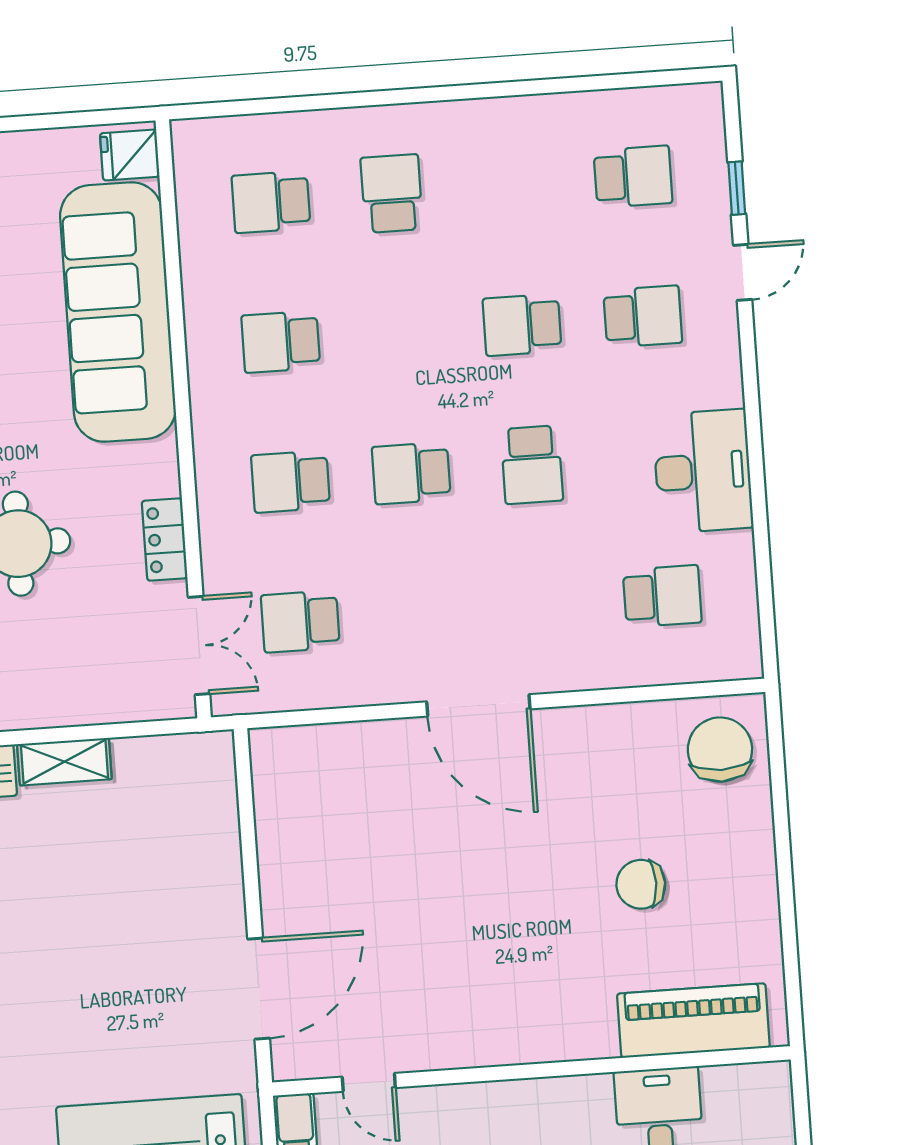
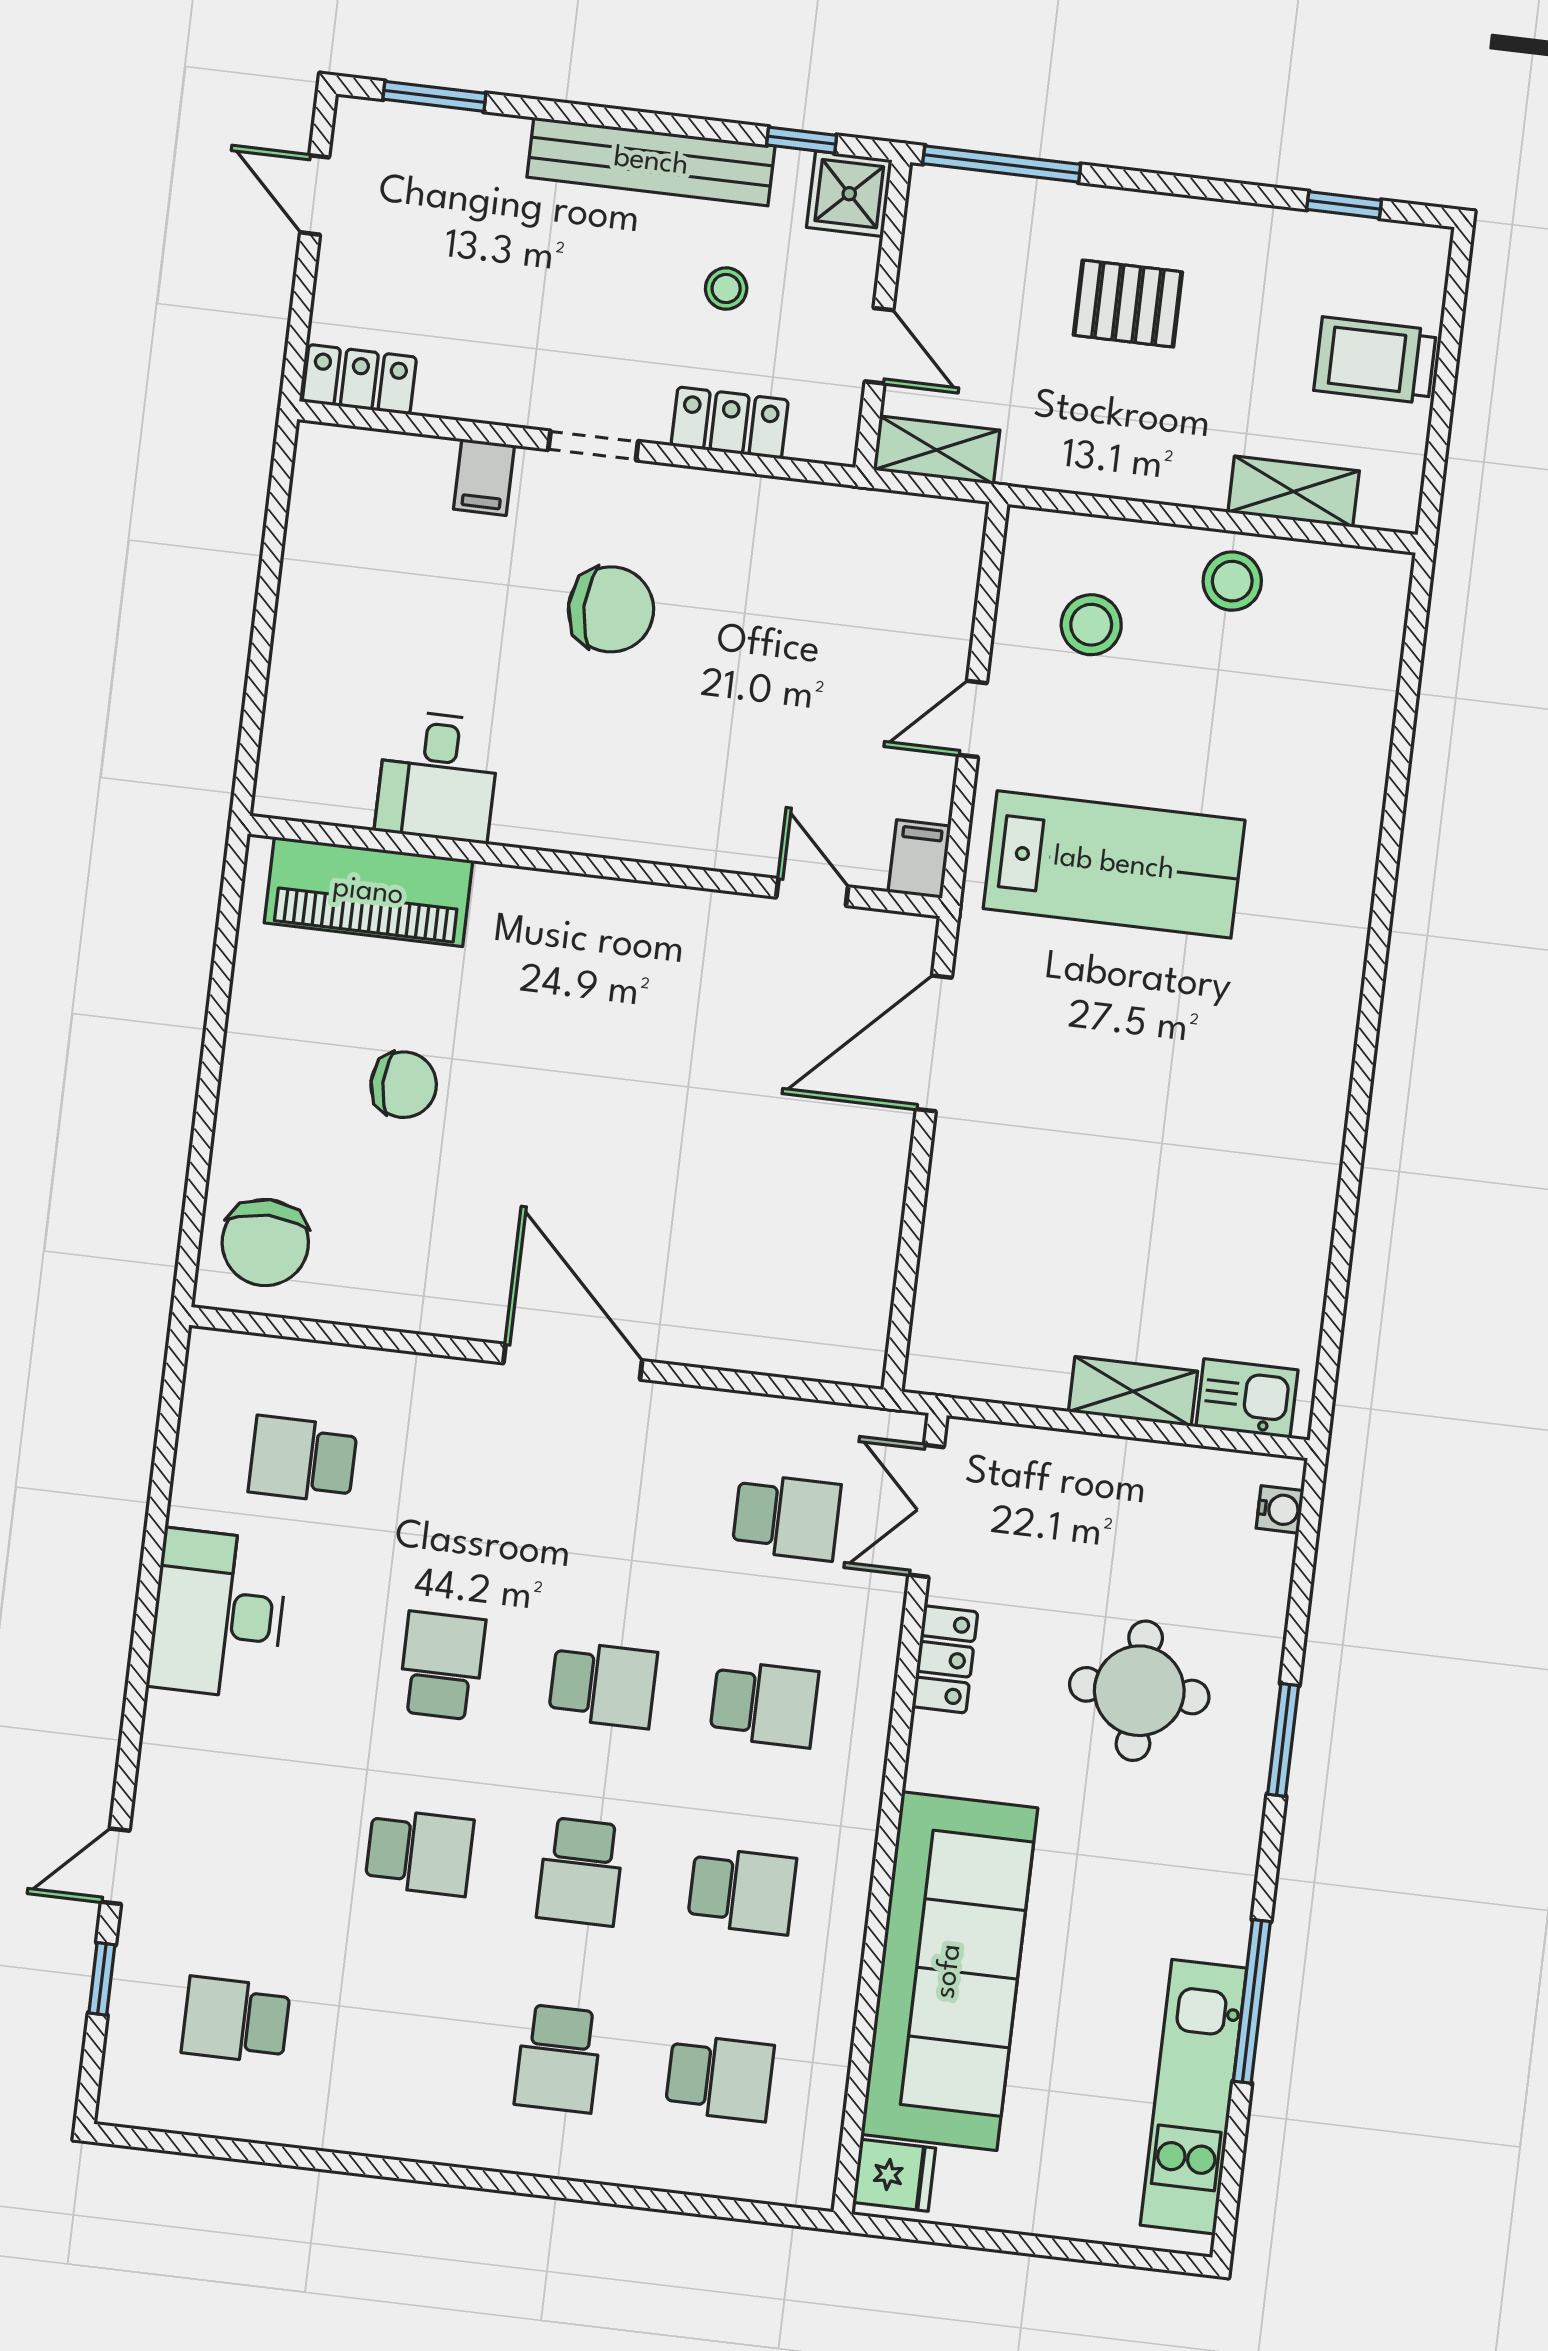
school desk: (643, 316) -> (581, 1872), moved, turned -90

